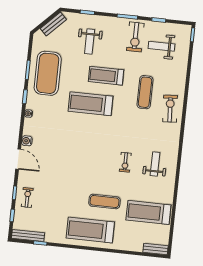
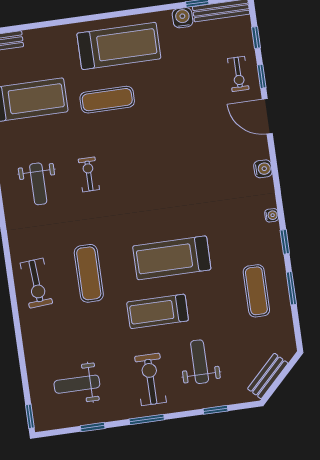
exercise bike: (135, 37) -> (150, 379), moved
weight bench: (162, 46) -> (77, 384), turned 180
exercise mat: (48, 73) -> (256, 291), width x0.50, depth x0.69
treadmill: (106, 76) -> (158, 311), turned 180
exercise mat: (145, 92) -> (89, 273), moved
treadmill: (90, 104) -> (172, 258), turned 180
door: (18, 159) -> (267, 116), moved
water cooler: (51, 237) -> (183, 18), added

